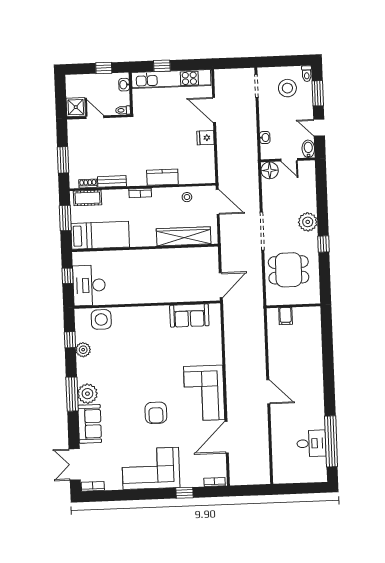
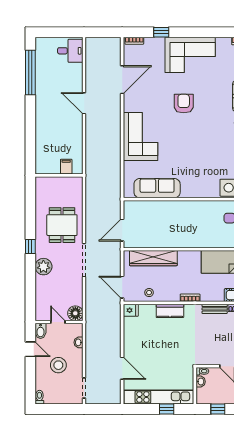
washbasin: (124, 85) -> (201, 382), moved
stool: (287, 88) -> (58, 365), moved
window: (318, 93) -> (30, 380), removed
fridge: (205, 138) -> (131, 310), moved
dining table: (289, 270) -> (62, 225), turned 90
door: (221, 285) -> (122, 230), moved
wall: (293, 306) -> (59, 175), moved
sofa: (189, 315) -> (157, 188), width x1.36
filing cabinet: (286, 316) -> (66, 167), moved
door: (268, 392) -> (84, 103), moved
corner sofa: (204, 393) -> (141, 136), moved
desk: (311, 443) -> (70, 51), moved, turned 180

